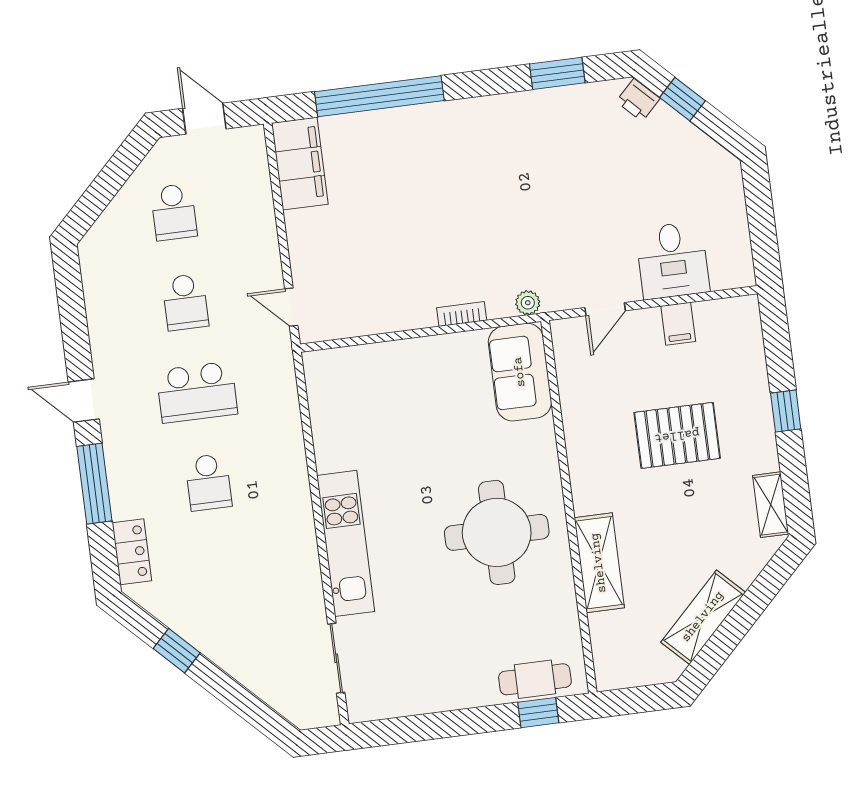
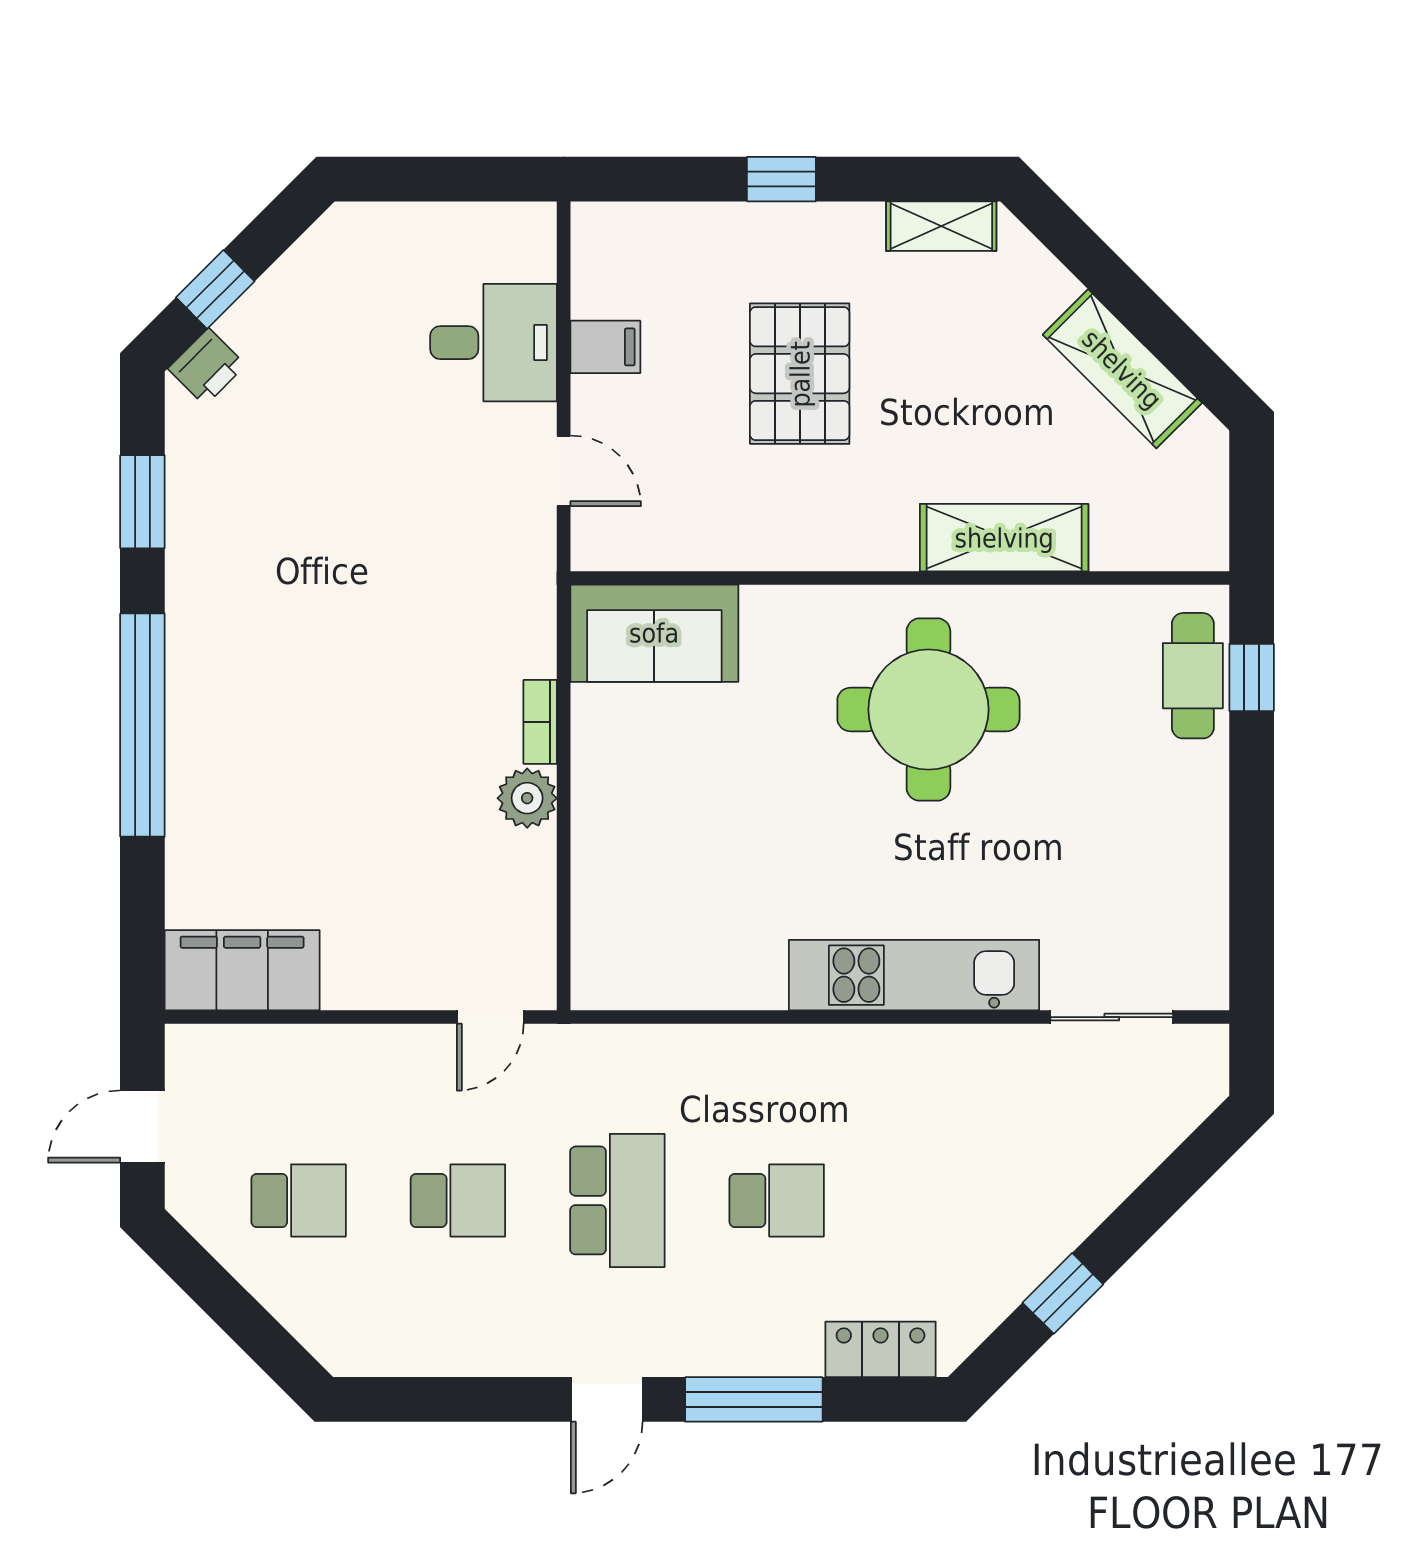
window: (379, 96) -> (142, 725), moved
plant: (528, 303) -> (527, 798), moved, width x1.38, depth x1.38

